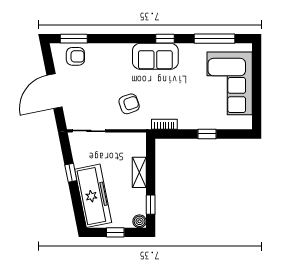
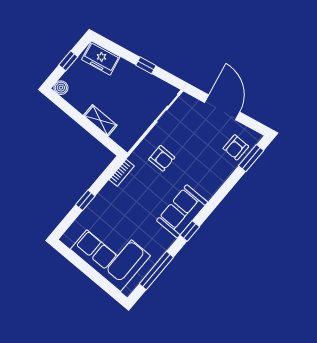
armchair: (129, 104) -> (162, 158), turned -71
freezer: (93, 196) -> (101, 58), width x0.52, depth x0.79
window: (151, 205) -> (67, 108), removed

